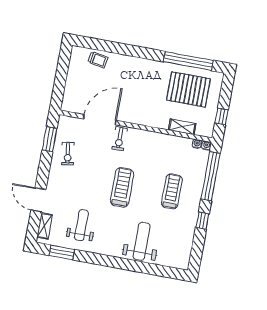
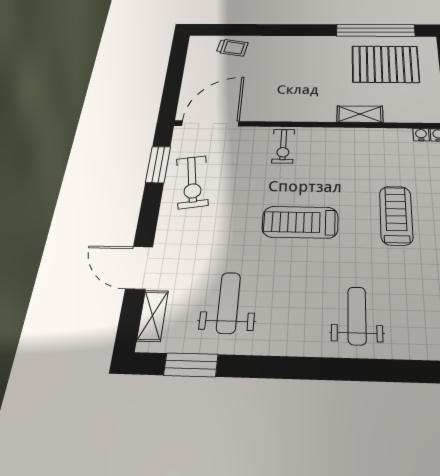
door: (100, 120) -> (210, 123), moved
shelving: (182, 127) -> (360, 114), moved
exercise bike: (68, 154) -> (192, 182), width x1.38, depth x1.39
treadmill: (122, 187) -> (300, 222), turned -90
weight bench: (142, 241) -> (357, 316), width x0.73, depth x0.75

